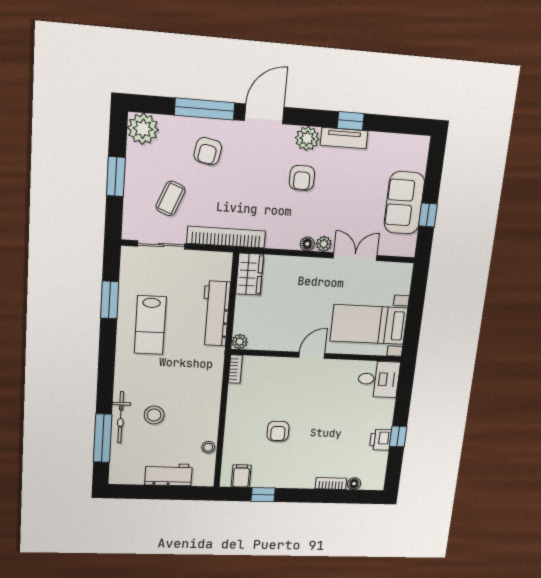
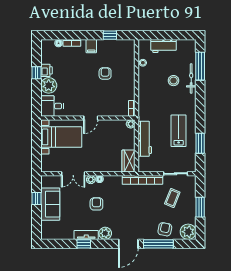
armchair: (208, 151) -> (165, 229), moved
armchair: (302, 178) -> (96, 204), moved
plant: (380, 414) -> (49, 85), added
filing cabinet: (241, 476) -> (91, 46), moved

